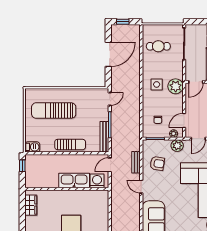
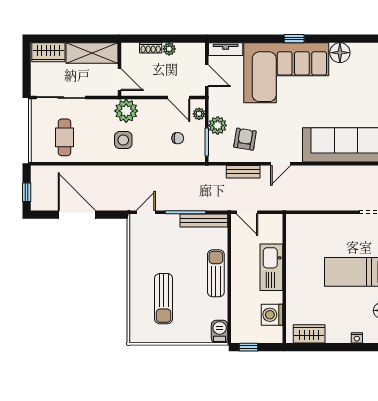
door: (110, 99) -> (146, 212), hinge flipped
sun lounger: (54, 111) -> (164, 299), width x0.73, depth x0.75
plant: (177, 146) -> (218, 125), moved
washing machine: (97, 181) -> (272, 315), moved

